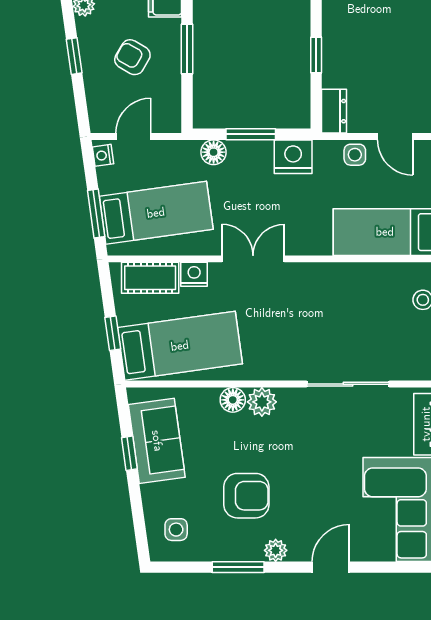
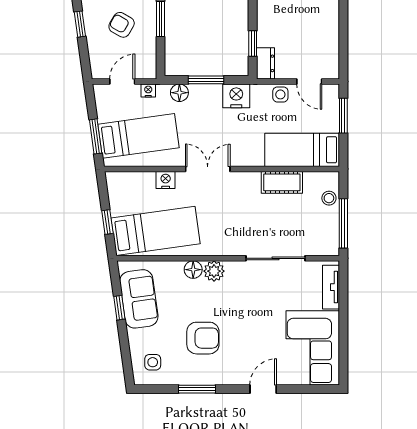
window: (316, 55) -> (253, 43), moved
nightstand: (103, 155) -> (148, 91), moved, turned 98
cot: (150, 278) -> (282, 182), moved
plant: (276, 550) -> (224, 377), removed

